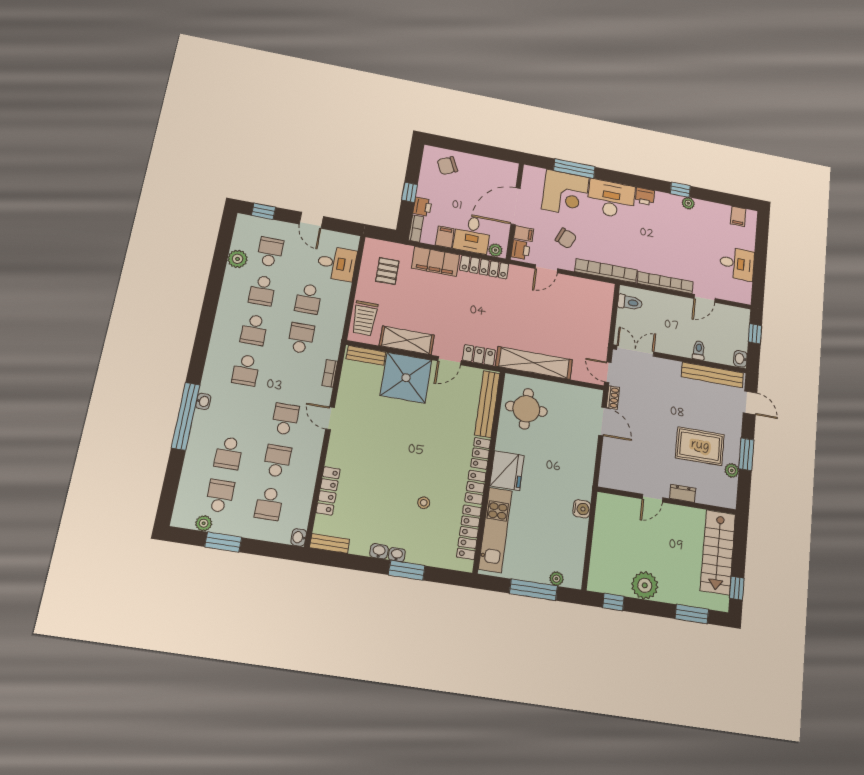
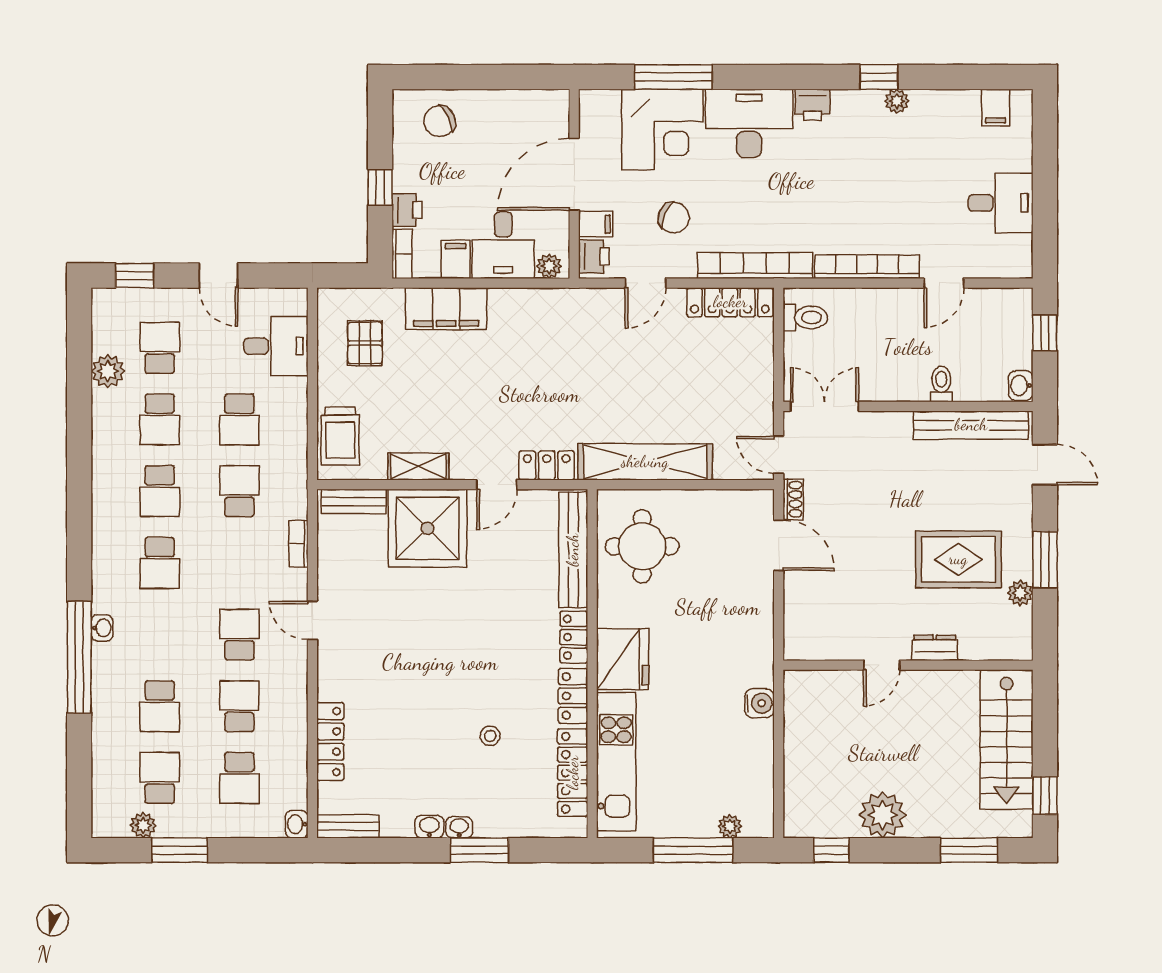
locker: (484, 267) -> (730, 302), moved
shelving: (407, 340) -> (418, 466), width x0.67, depth x0.75

